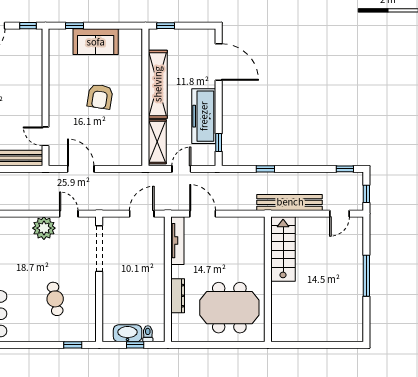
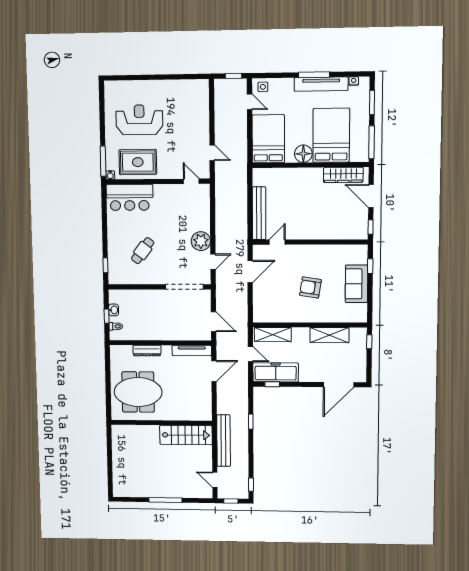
shelving: (158, 84) -> (329, 335), width x0.68
freezer: (204, 116) -> (276, 372), moved
cafe table: (55, 299) -> (143, 251), turned -43
meeting table: (229, 308) -> (138, 392), turned 90
washbasin: (128, 333) -> (114, 310), width x0.52, depth x0.69

